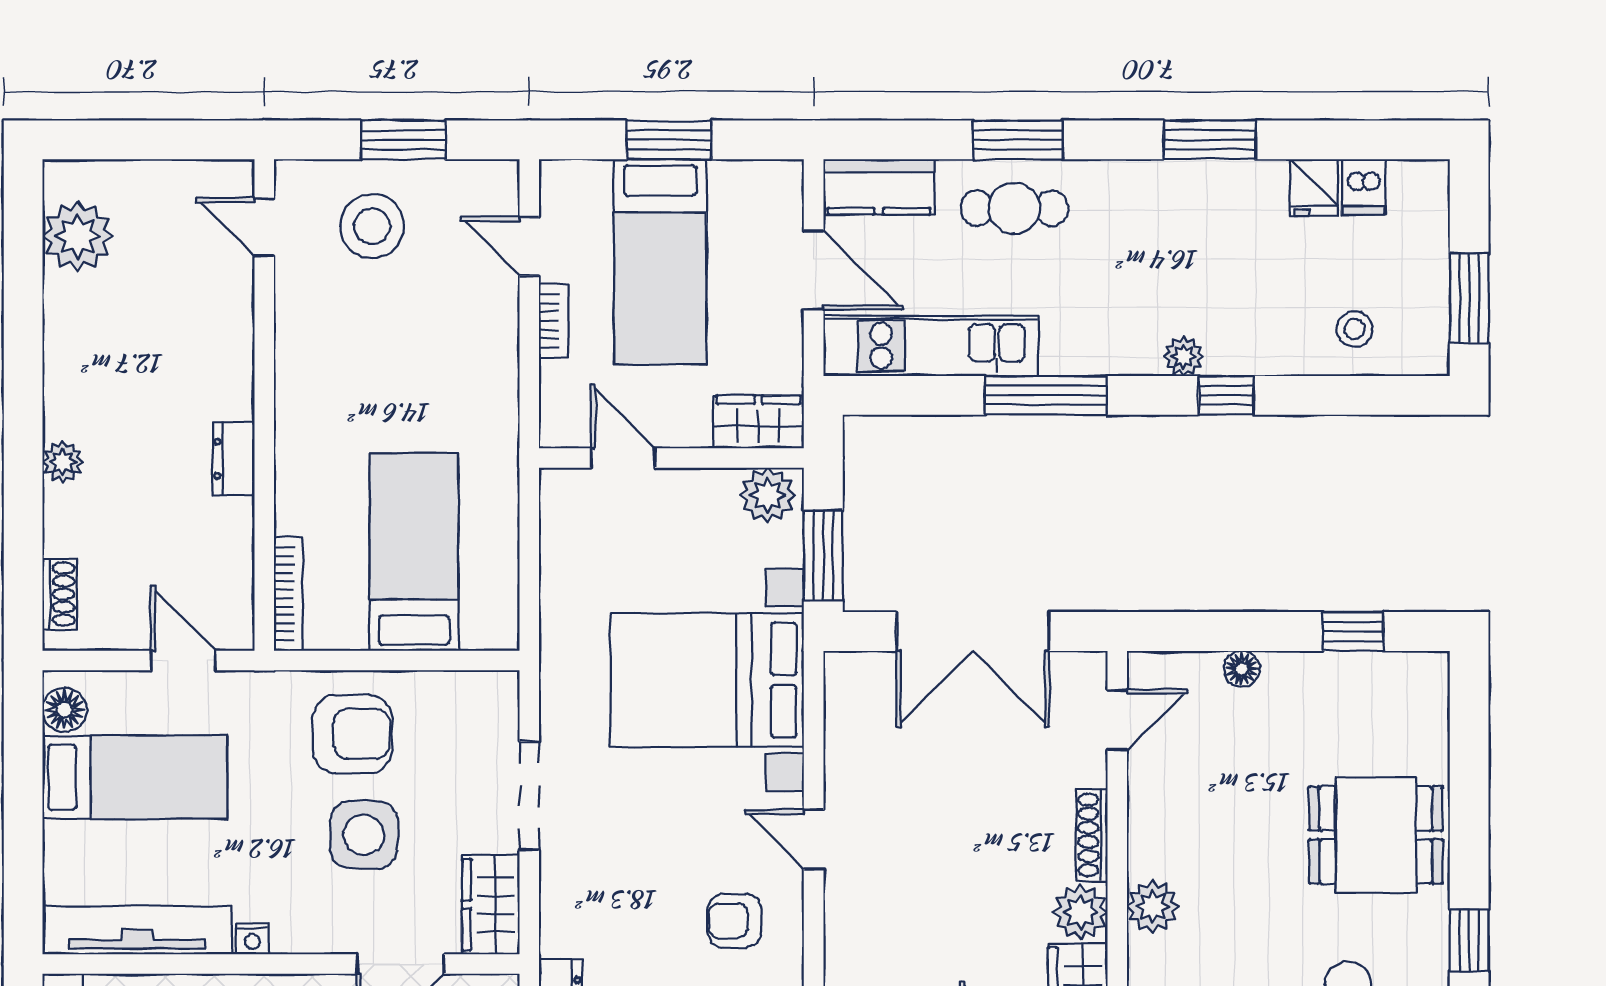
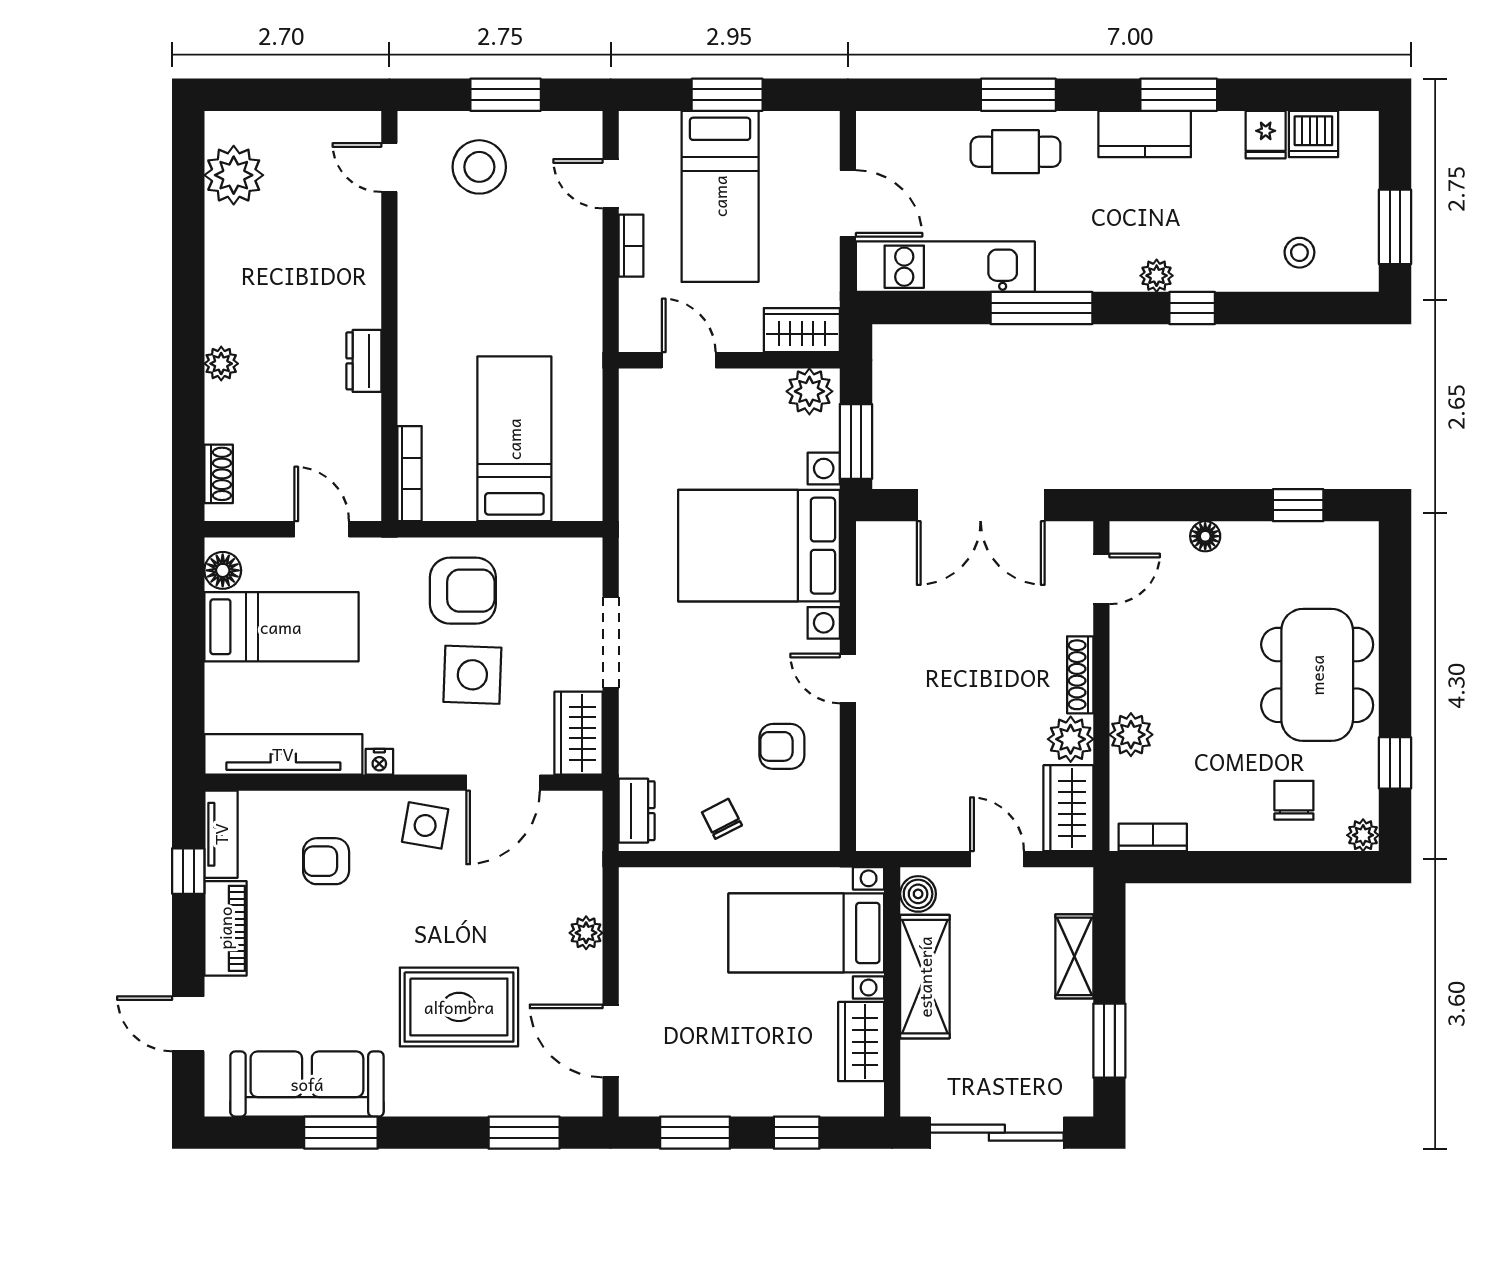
kitchen counter: (879, 187) -> (1145, 134), moved
dishwasher: (1363, 187) -> (1313, 134), width x1.38
dining table: (1376, 835) -> (1317, 675), width x1.37

